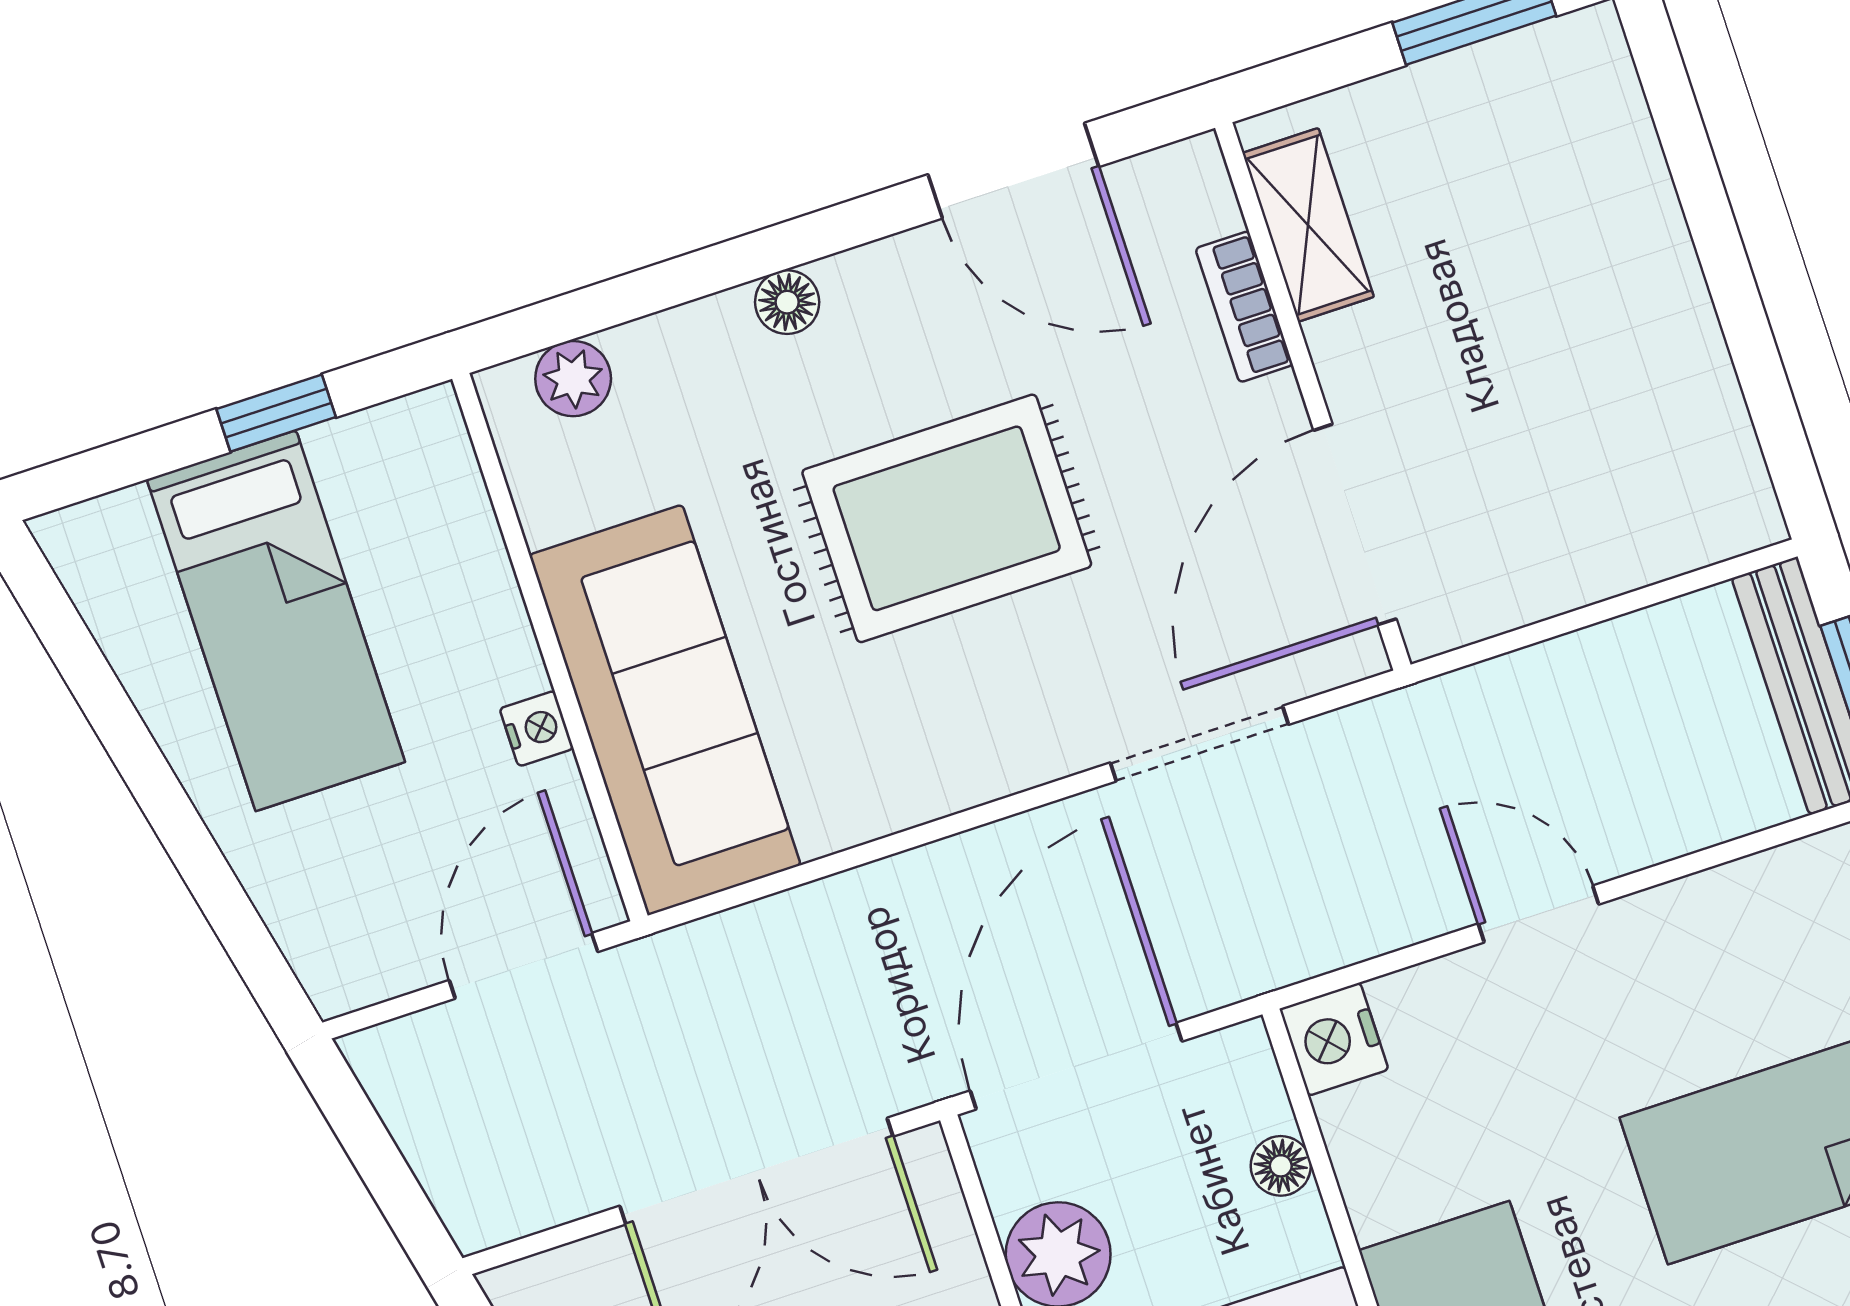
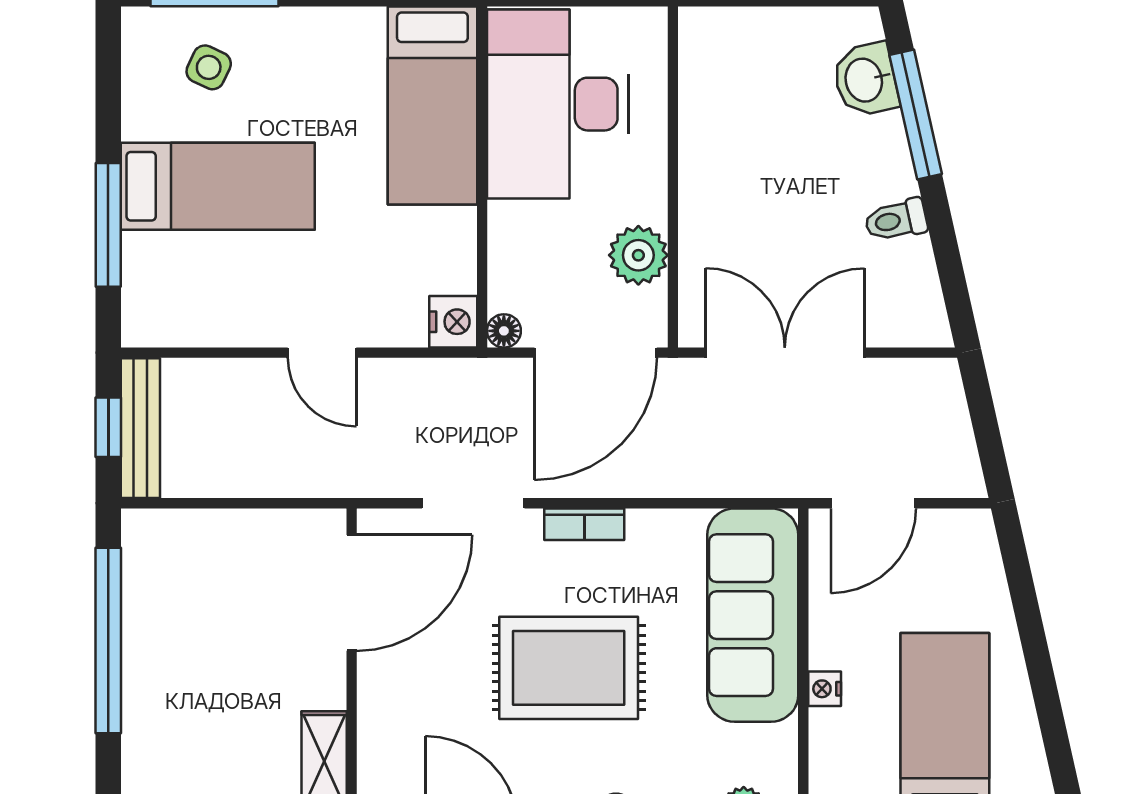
bookcase: (1244, 307) -> (584, 524), moved, turned 90
window: (1740, 309) -> (108, 641), added
nightstand: (537, 729) -> (825, 689), moved
floor lamp: (1281, 1166) -> (504, 331), moved

